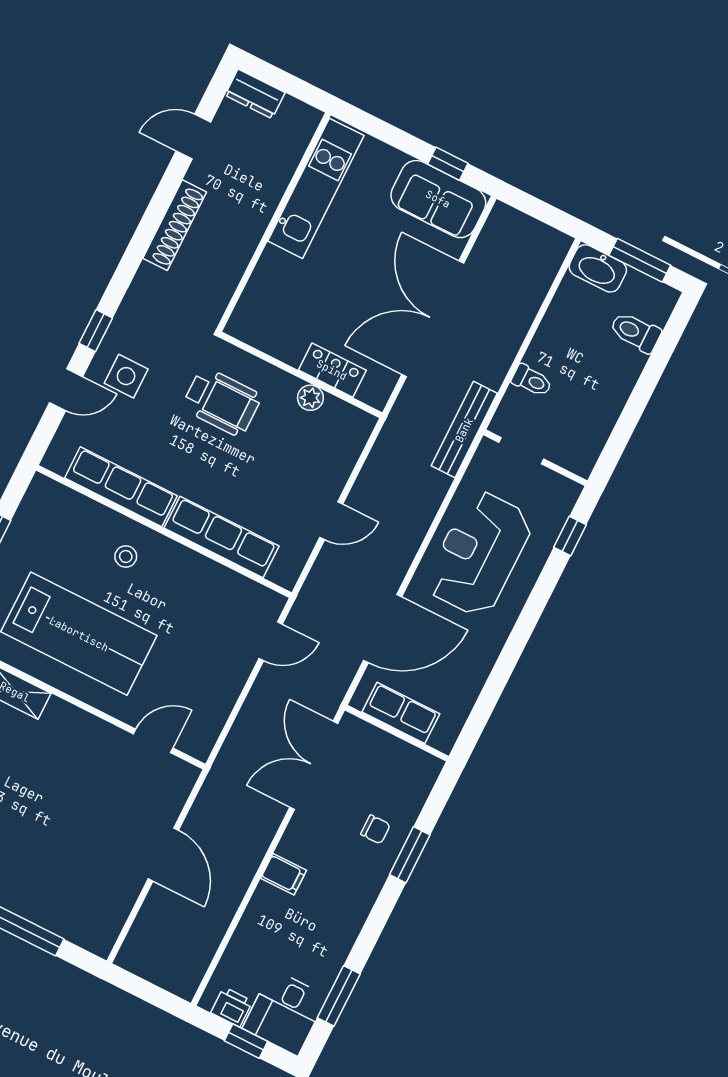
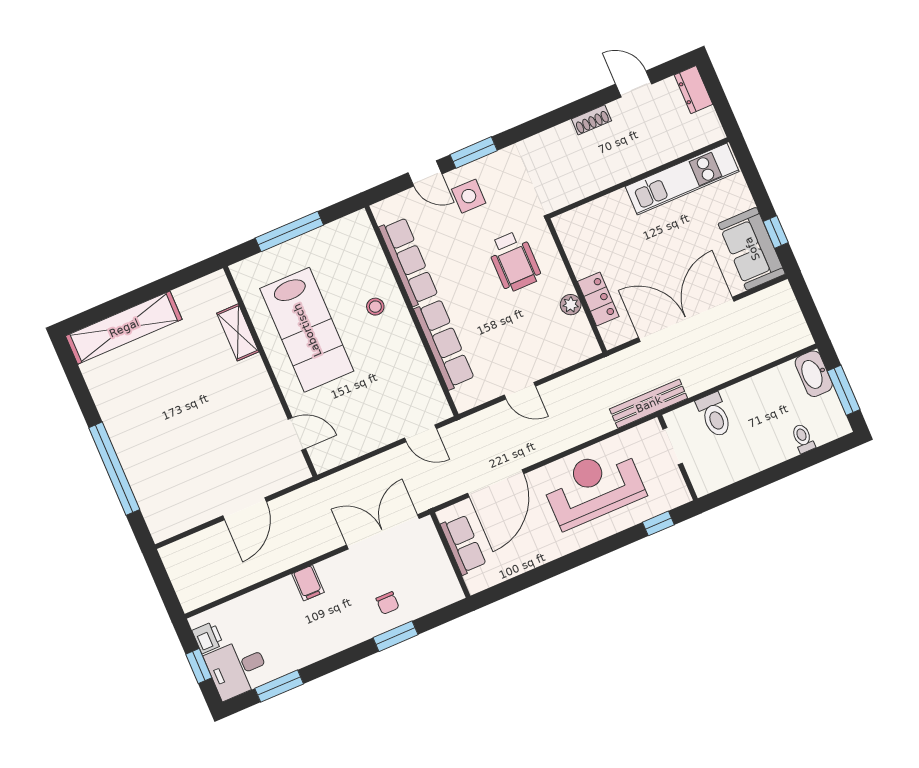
shoe rack: (175, 225) -> (591, 120), width x0.51, depth x0.81
window: (96, 331) -> (474, 153), width x1.50
toilet: (635, 332) -> (803, 438), width x0.73, depth x0.72
toilet: (532, 381) -> (714, 415), width x1.37, depth x1.39
door: (383, 628) -> (496, 483), hinge flipped

